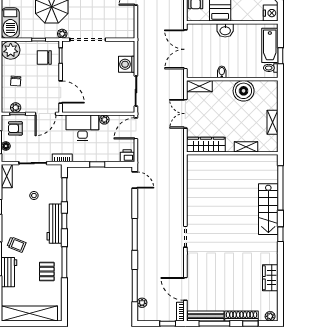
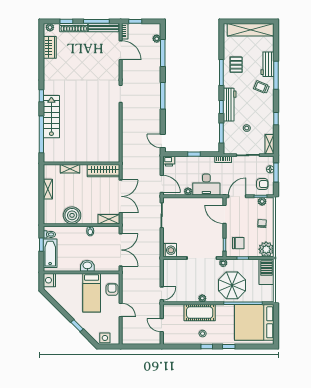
washing machine: (127, 64) -> (170, 250), moved
double door: (185, 114) -> (121, 196), width x1.37
door: (136, 128) -> (162, 184), hinge flipped
wardrobe: (270, 278) -> (50, 47), moved

